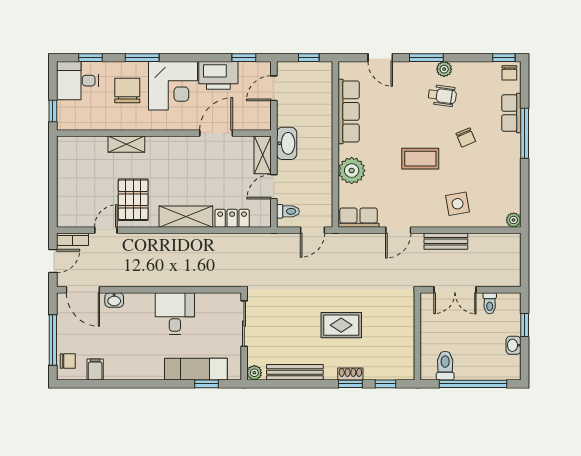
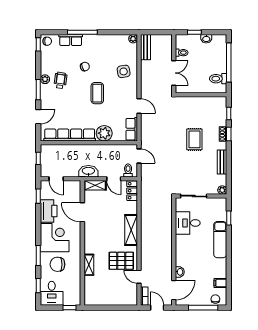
row of seats: (349, 111) -> (70, 135), width x1.36
locker: (232, 218) -> (132, 191), moved
bench: (446, 241) -> (145, 47), moved
desk: (175, 314) -> (188, 223), moved
exam couch: (196, 369) -> (220, 240), moved
bench: (295, 372) -> (222, 162), width x0.73

